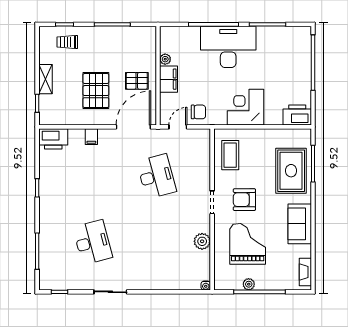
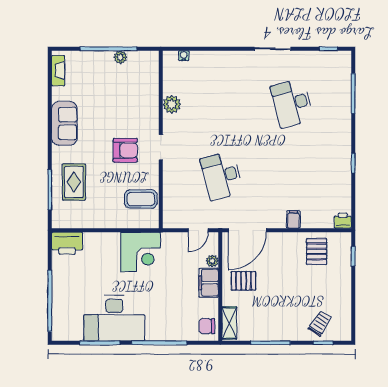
trolley: (67, 42) -> (320, 323), turned -57
desk: (228, 47) -> (114, 318), moved
plant: (165, 59) -> (212, 261), moved
shelving: (45, 79) -> (229, 323), moved
pallet: (96, 91) -> (317, 251), moved, width x0.67, depth x0.71
corner desk: (246, 107) -> (141, 252), moved
chair: (198, 112) -> (207, 326), moved
printer: (53, 139) -> (343, 221), width x0.53, depth x0.68
coffee table: (230, 155) -> (141, 199), turned 90
rug: (291, 171) -> (74, 182), width x0.73, depth x0.70
grand piano: (248, 244) -> (122, 102), removed
water cooler: (206, 286) -> (184, 56), moved

